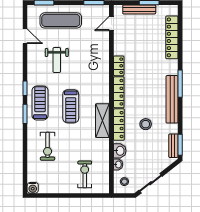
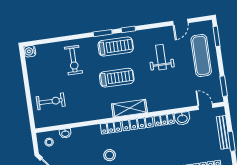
weight bench: (57, 60) -> (161, 57), turned 90
treadmill: (71, 106) -> (117, 78), turned 180
shelving: (102, 121) -> (129, 108), moved
locker: (119, 125) -> (111, 128), width x0.66
exercise bike: (48, 146) -> (73, 60), turned -90
washbasin: (120, 151) -> (182, 118), moved

